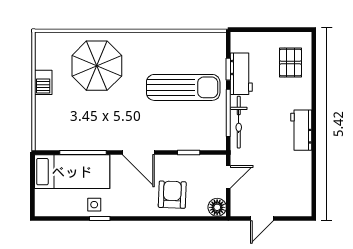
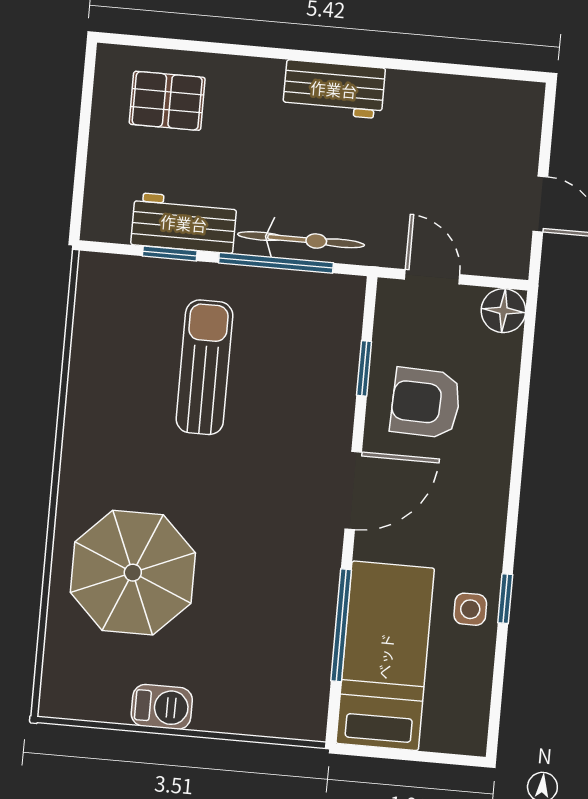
sun lounger: (183, 87) -> (204, 367), width x0.73, depth x0.75
armchair: (172, 195) -> (426, 403), moved

